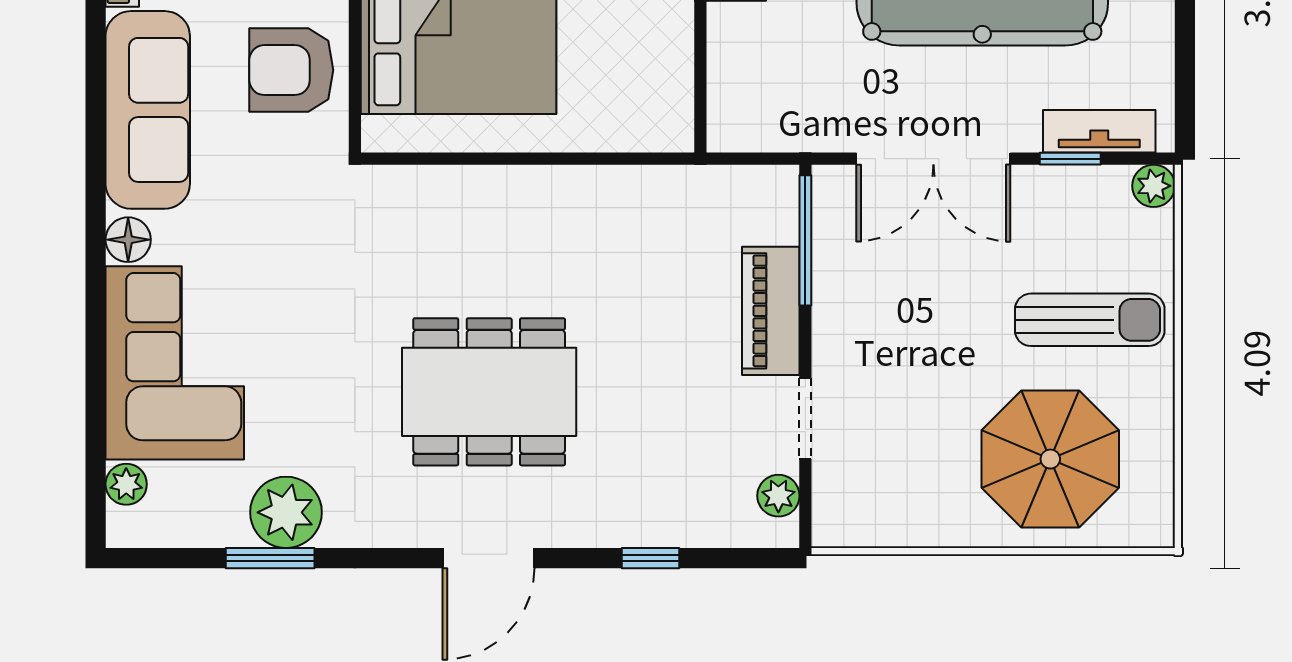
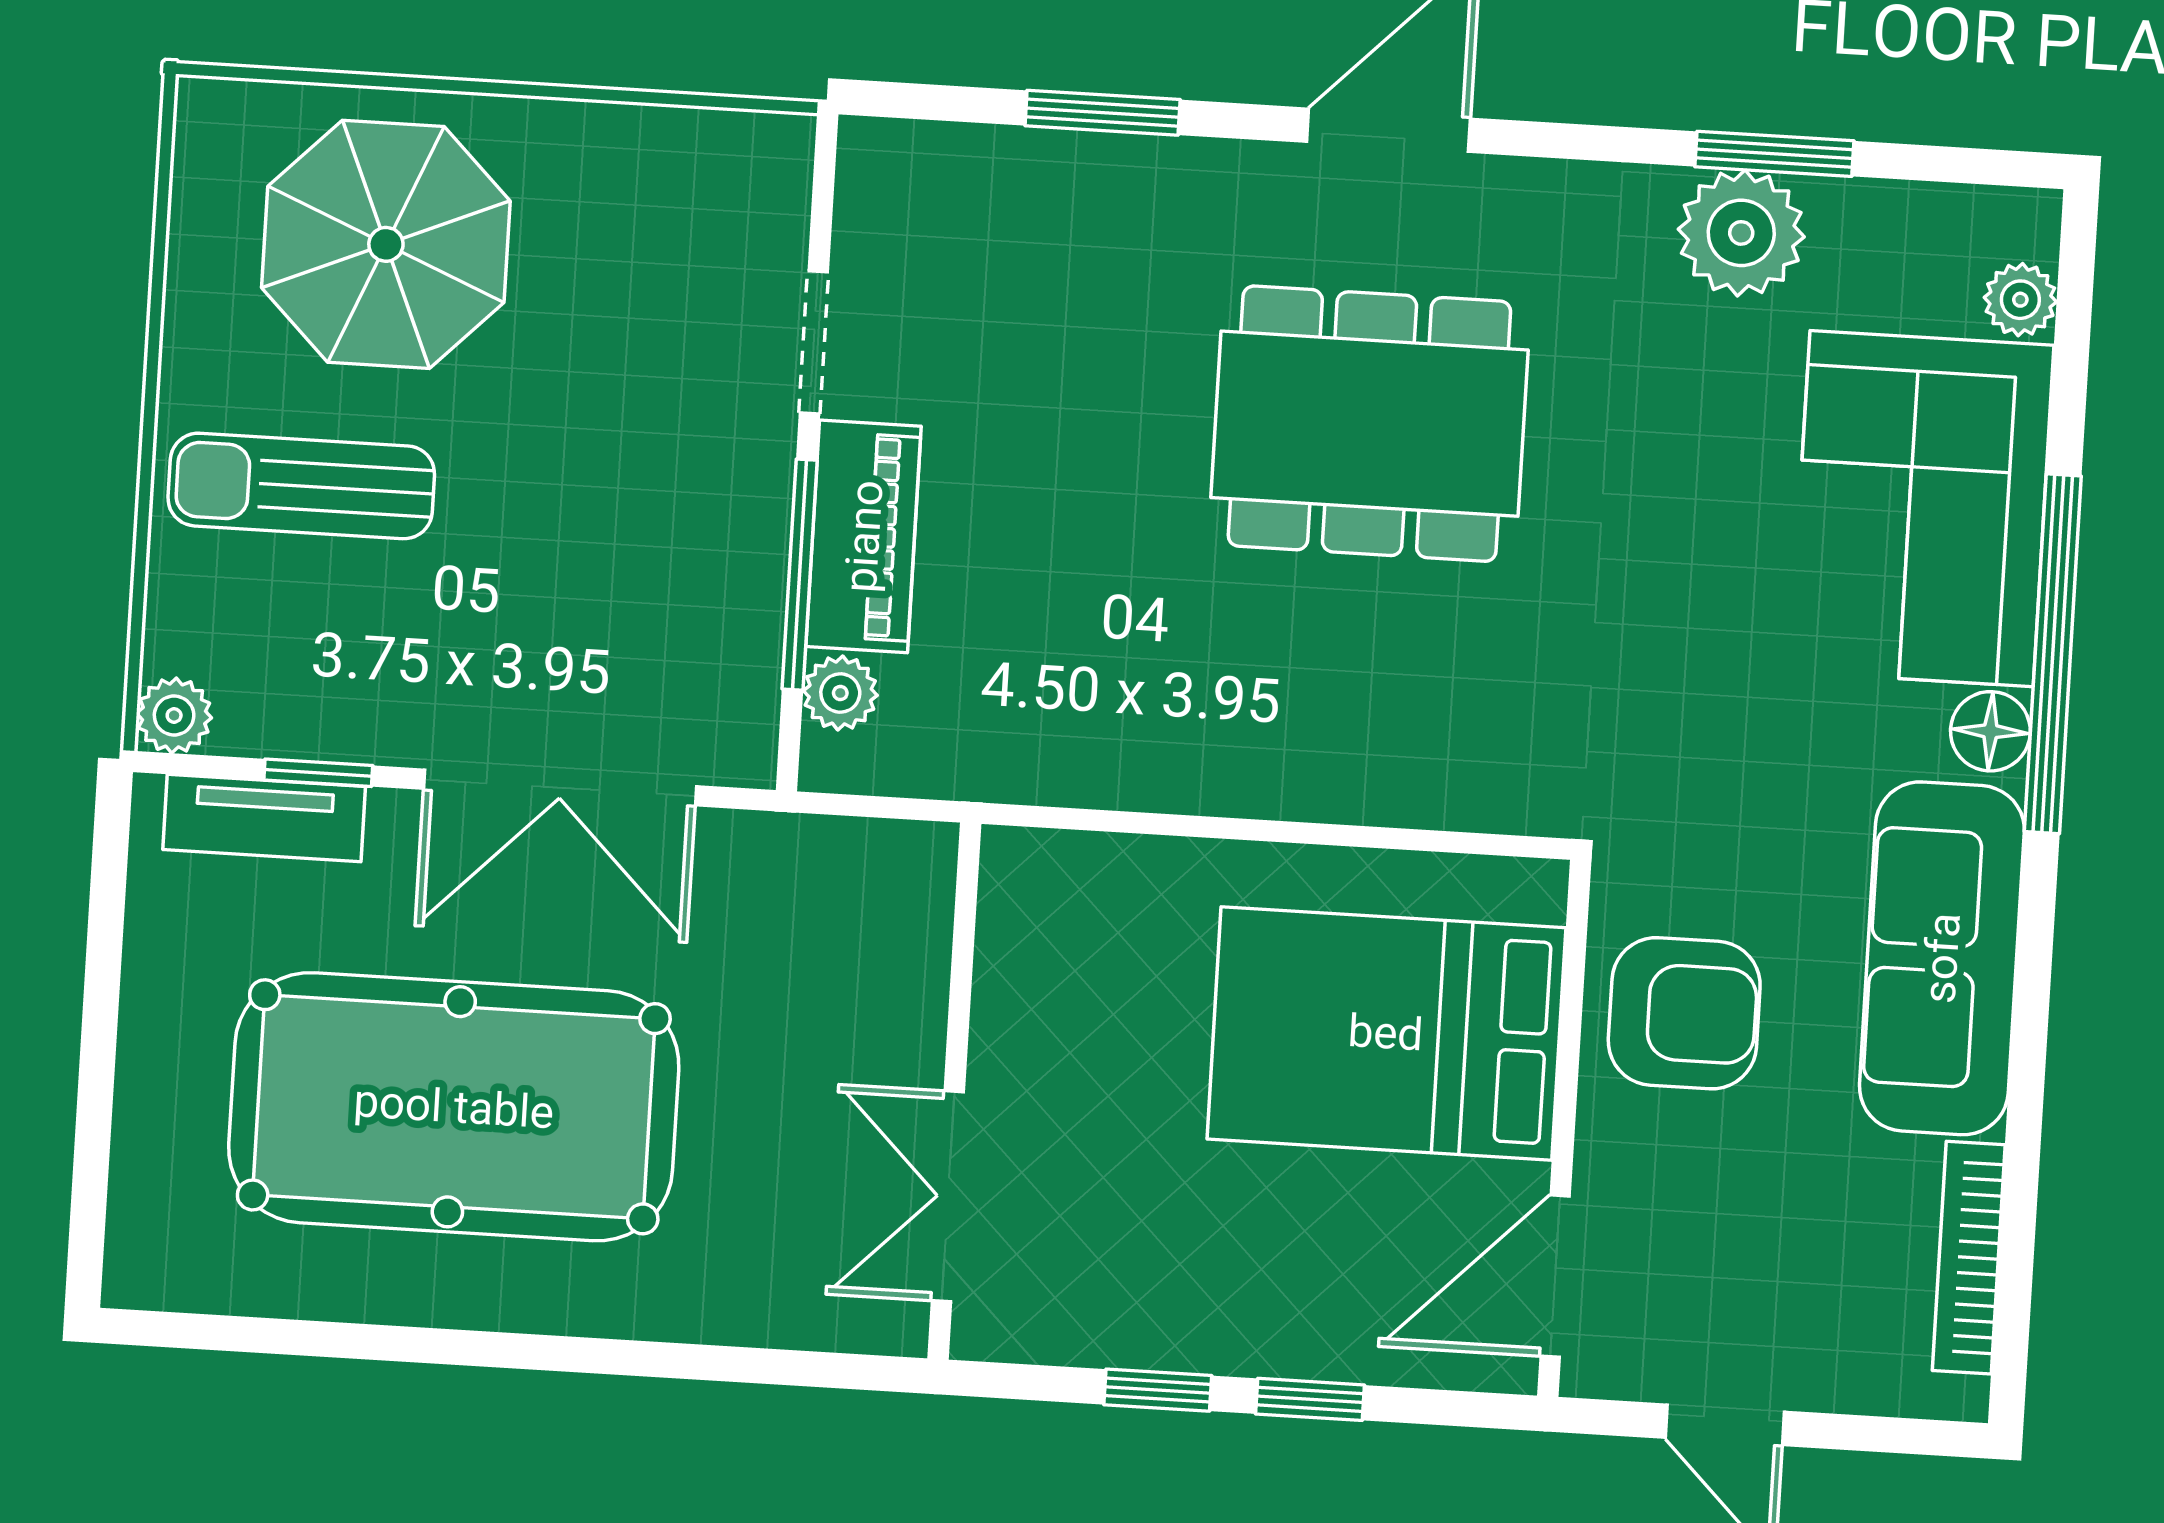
double door: (933, 159) -> (560, 788), swing flipped
window: (805, 240) -> (800, 575), moved
window: (96, 286) -> (2053, 654), added
plant: (778, 496) -> (840, 693), moved
window: (650, 558) -> (1103, 113), width x1.50

